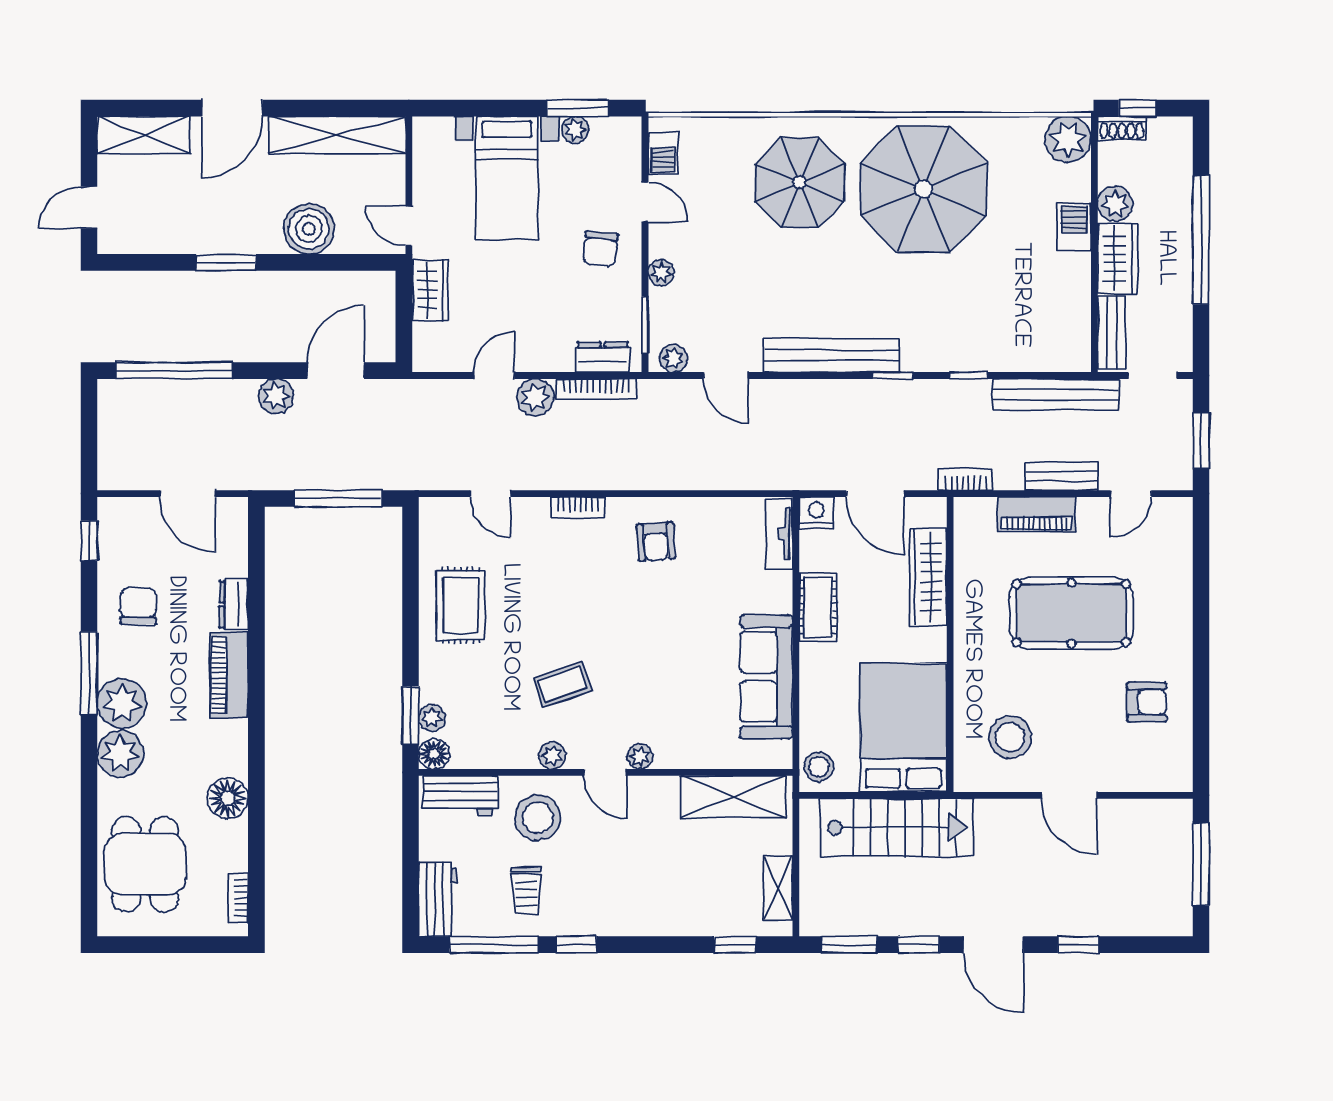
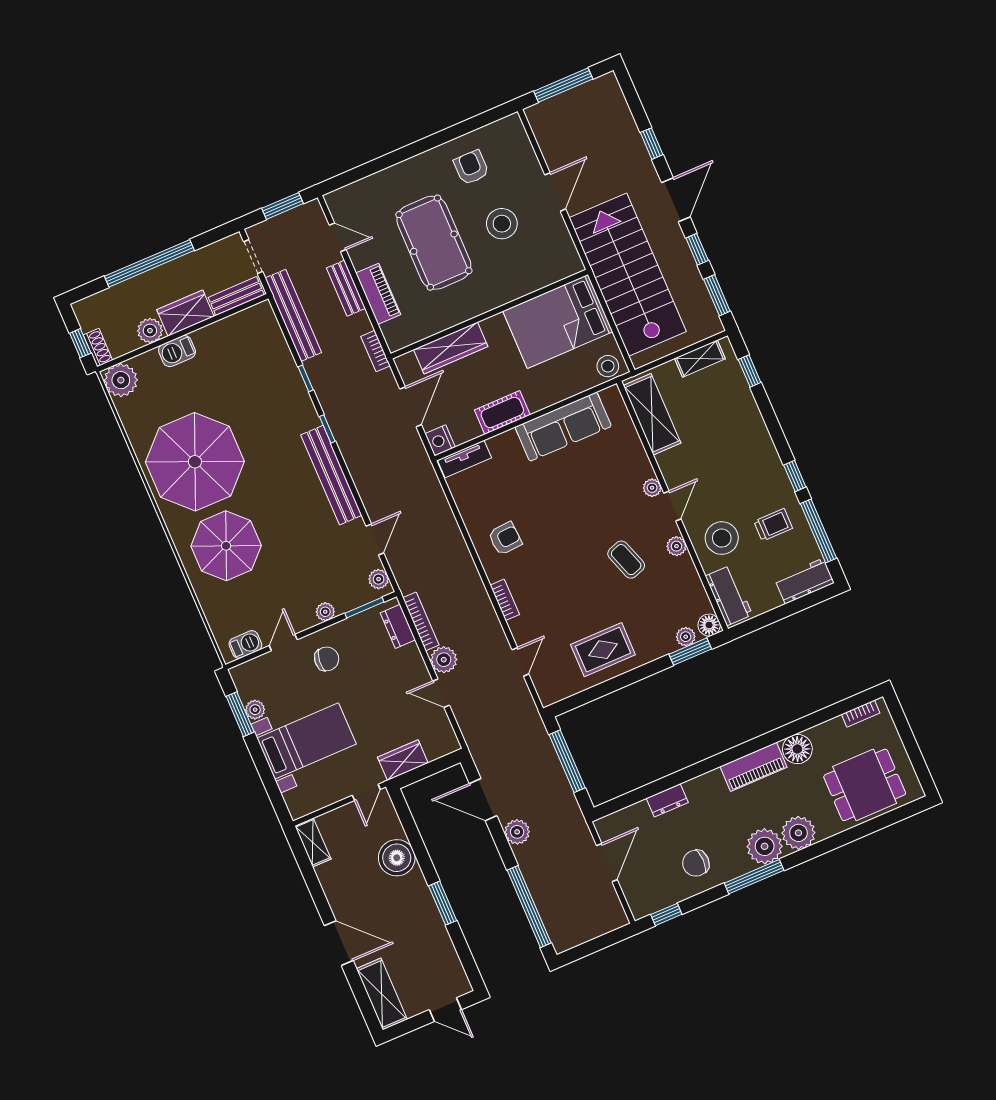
shelving: (337, 135) -> (313, 842), width x0.45, depth x0.75
piano: (229, 675) -> (753, 767), moved
stool: (1010, 737) -> (502, 224), moved
stairs: (897, 828) -> (628, 275), width x1.36, depth x1.51

